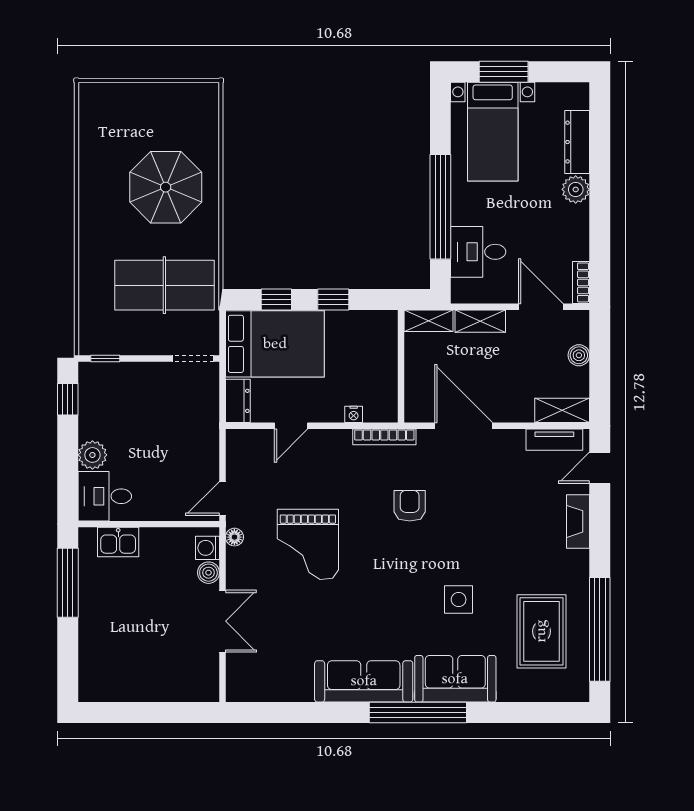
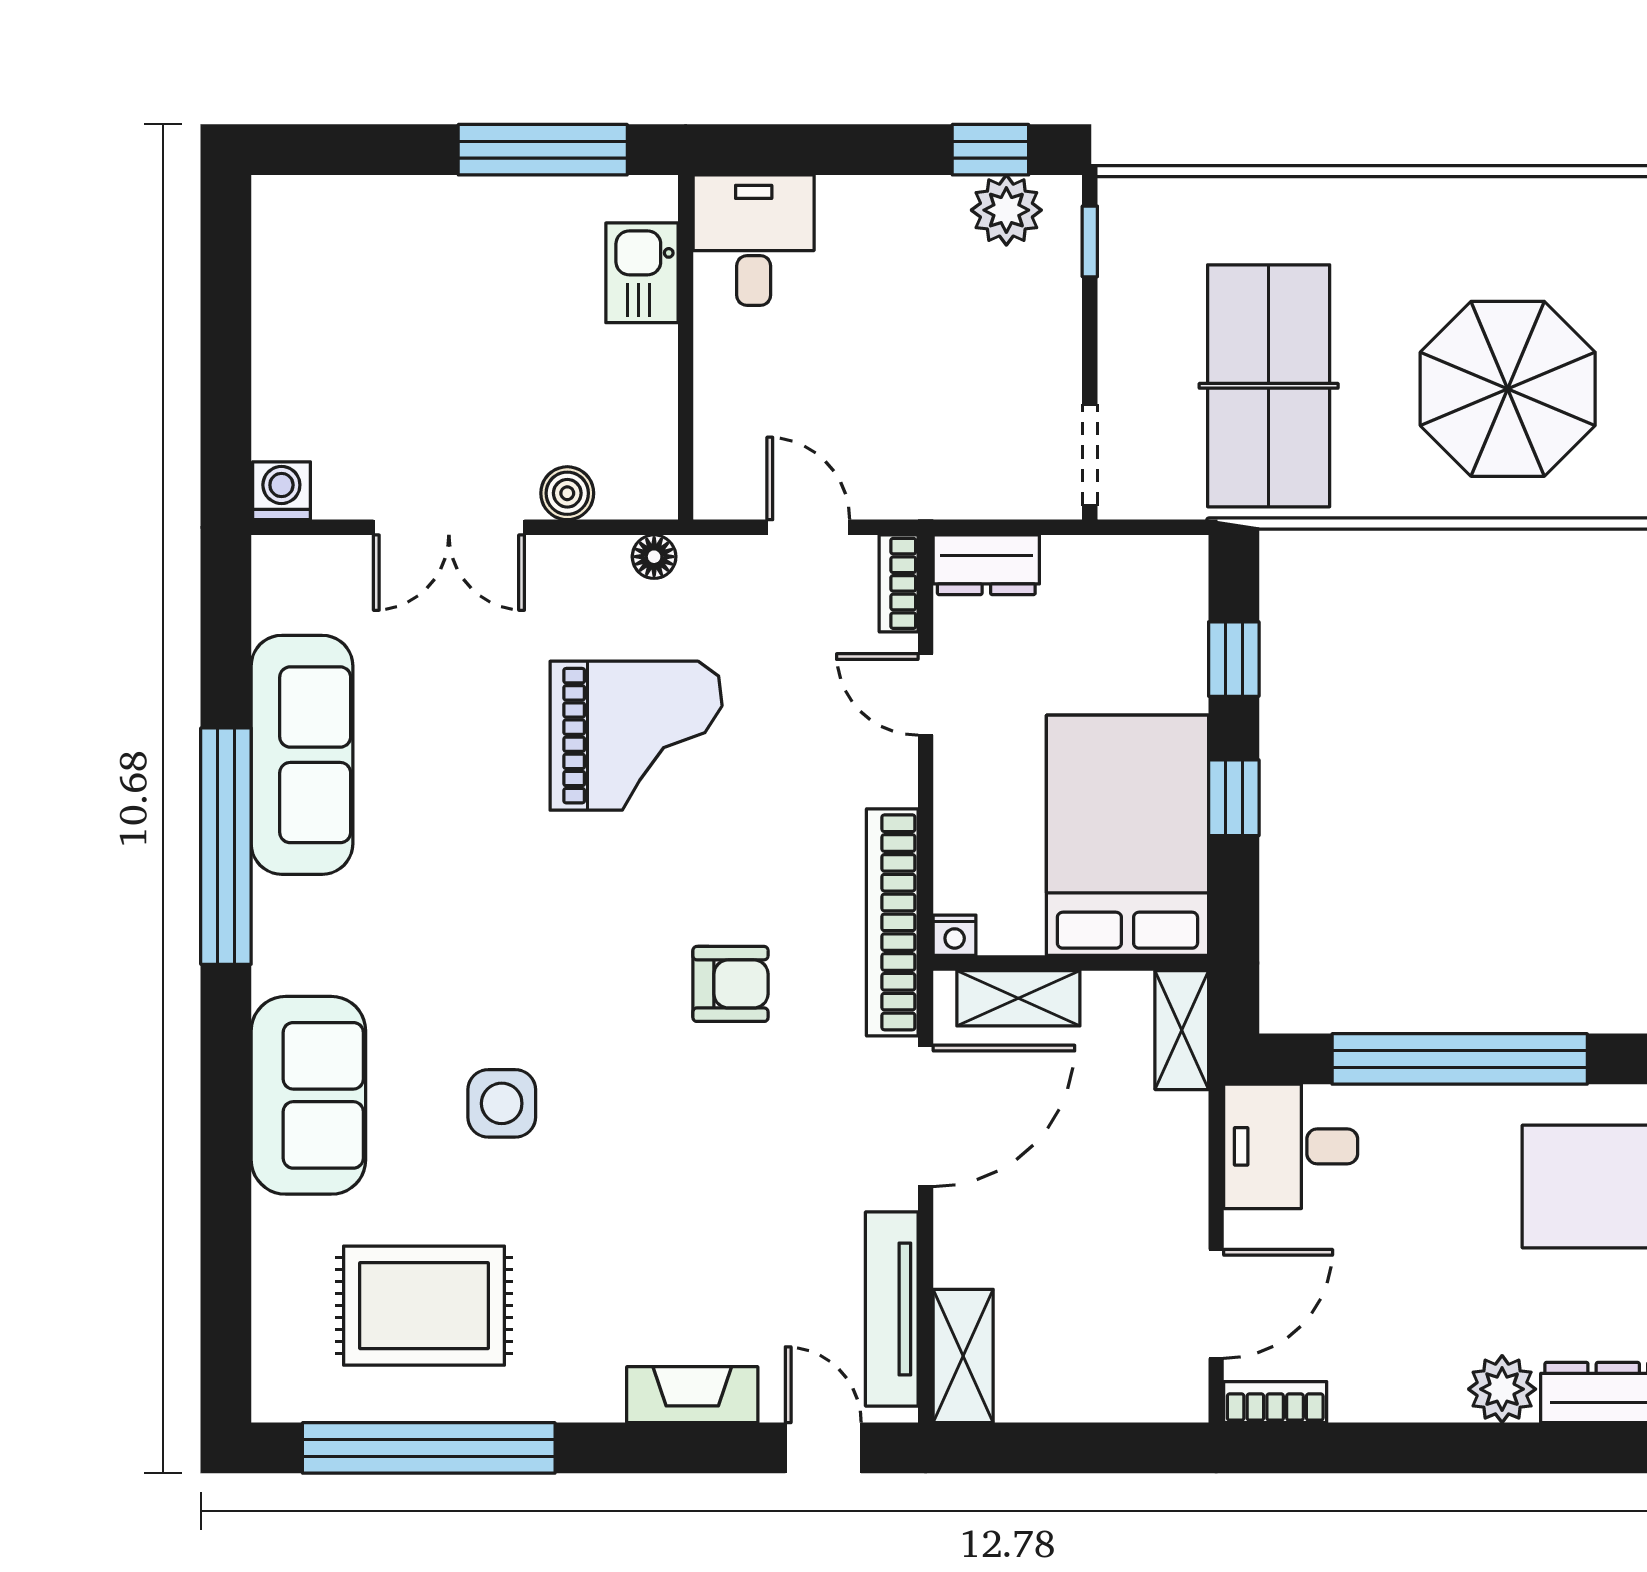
desk: (478, 252) -> (1291, 1146), moved, turned -90
shelving: (480, 321) -> (1018, 998), moved, turned 90
bed: (275, 344) -> (1127, 835), moved, turned 180
boiler: (579, 355) -> (1098, 1397), removed
nightstand: (354, 414) -> (955, 935), moved, turned -90
bookcase: (245, 437) -> (899, 583), added
bookcase: (384, 437) -> (892, 922), width x1.48, depth x1.31
tv unit: (554, 440) -> (892, 1309), width x1.41
plant: (92, 455) -> (1006, 210), moved
door: (222, 499) -> (808, 527), moved
grand piano: (308, 544) -> (636, 736), turned 180
washing machine: (207, 548) -> (281, 491), moved
sofa: (364, 681) -> (302, 755), moved
window: (418, 713) -> (226, 846), moved

